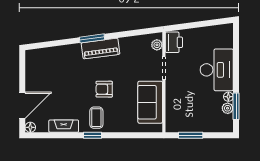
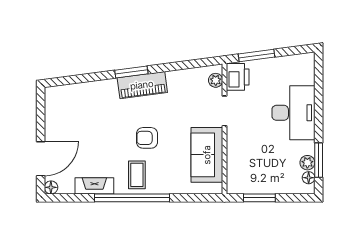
window: (188, 26) -> (257, 55), added
floor lamp: (228, 97) -> (309, 178), moved
window: (93, 135) -> (132, 198), width x3.17

